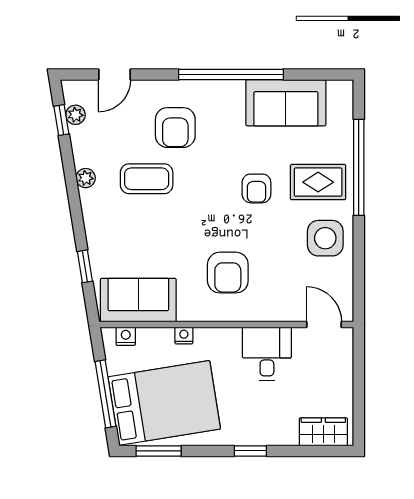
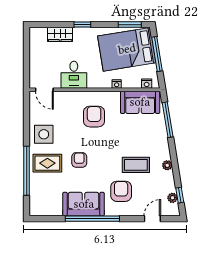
sofa: (286, 103) -> (84, 204), moved
window: (85, 266) -> (168, 120), width x2.17
wardrobe: (323, 432) -> (60, 34), moved

